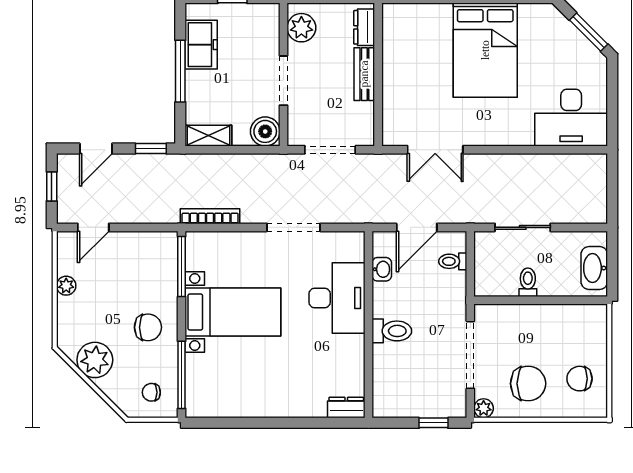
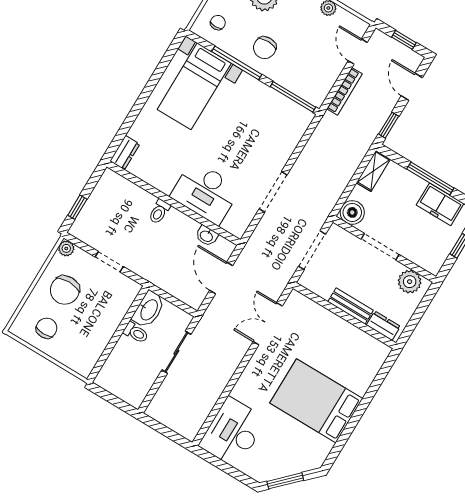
bookcase: (210, 216) -> (344, 91), moved
toilet: (453, 261) -> (182, 289), removed
washbasin: (594, 268) -> (149, 310), moved, turned 90
bed with nightstands: (233, 312) -> (194, 86), moved
toilet: (392, 331) -> (159, 212), width x0.73, depth x0.72
doorway: (470, 355) -> (109, 262), width x0.53
window: (182, 375) -> (237, 63), moved

